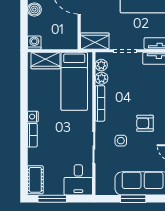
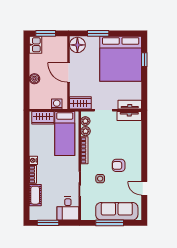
washing machine: (34, 43) -> (57, 104), moved
cot: (35, 180) -> (35, 195), moved
window: (133, 199) -> (110, 223), width x1.44

